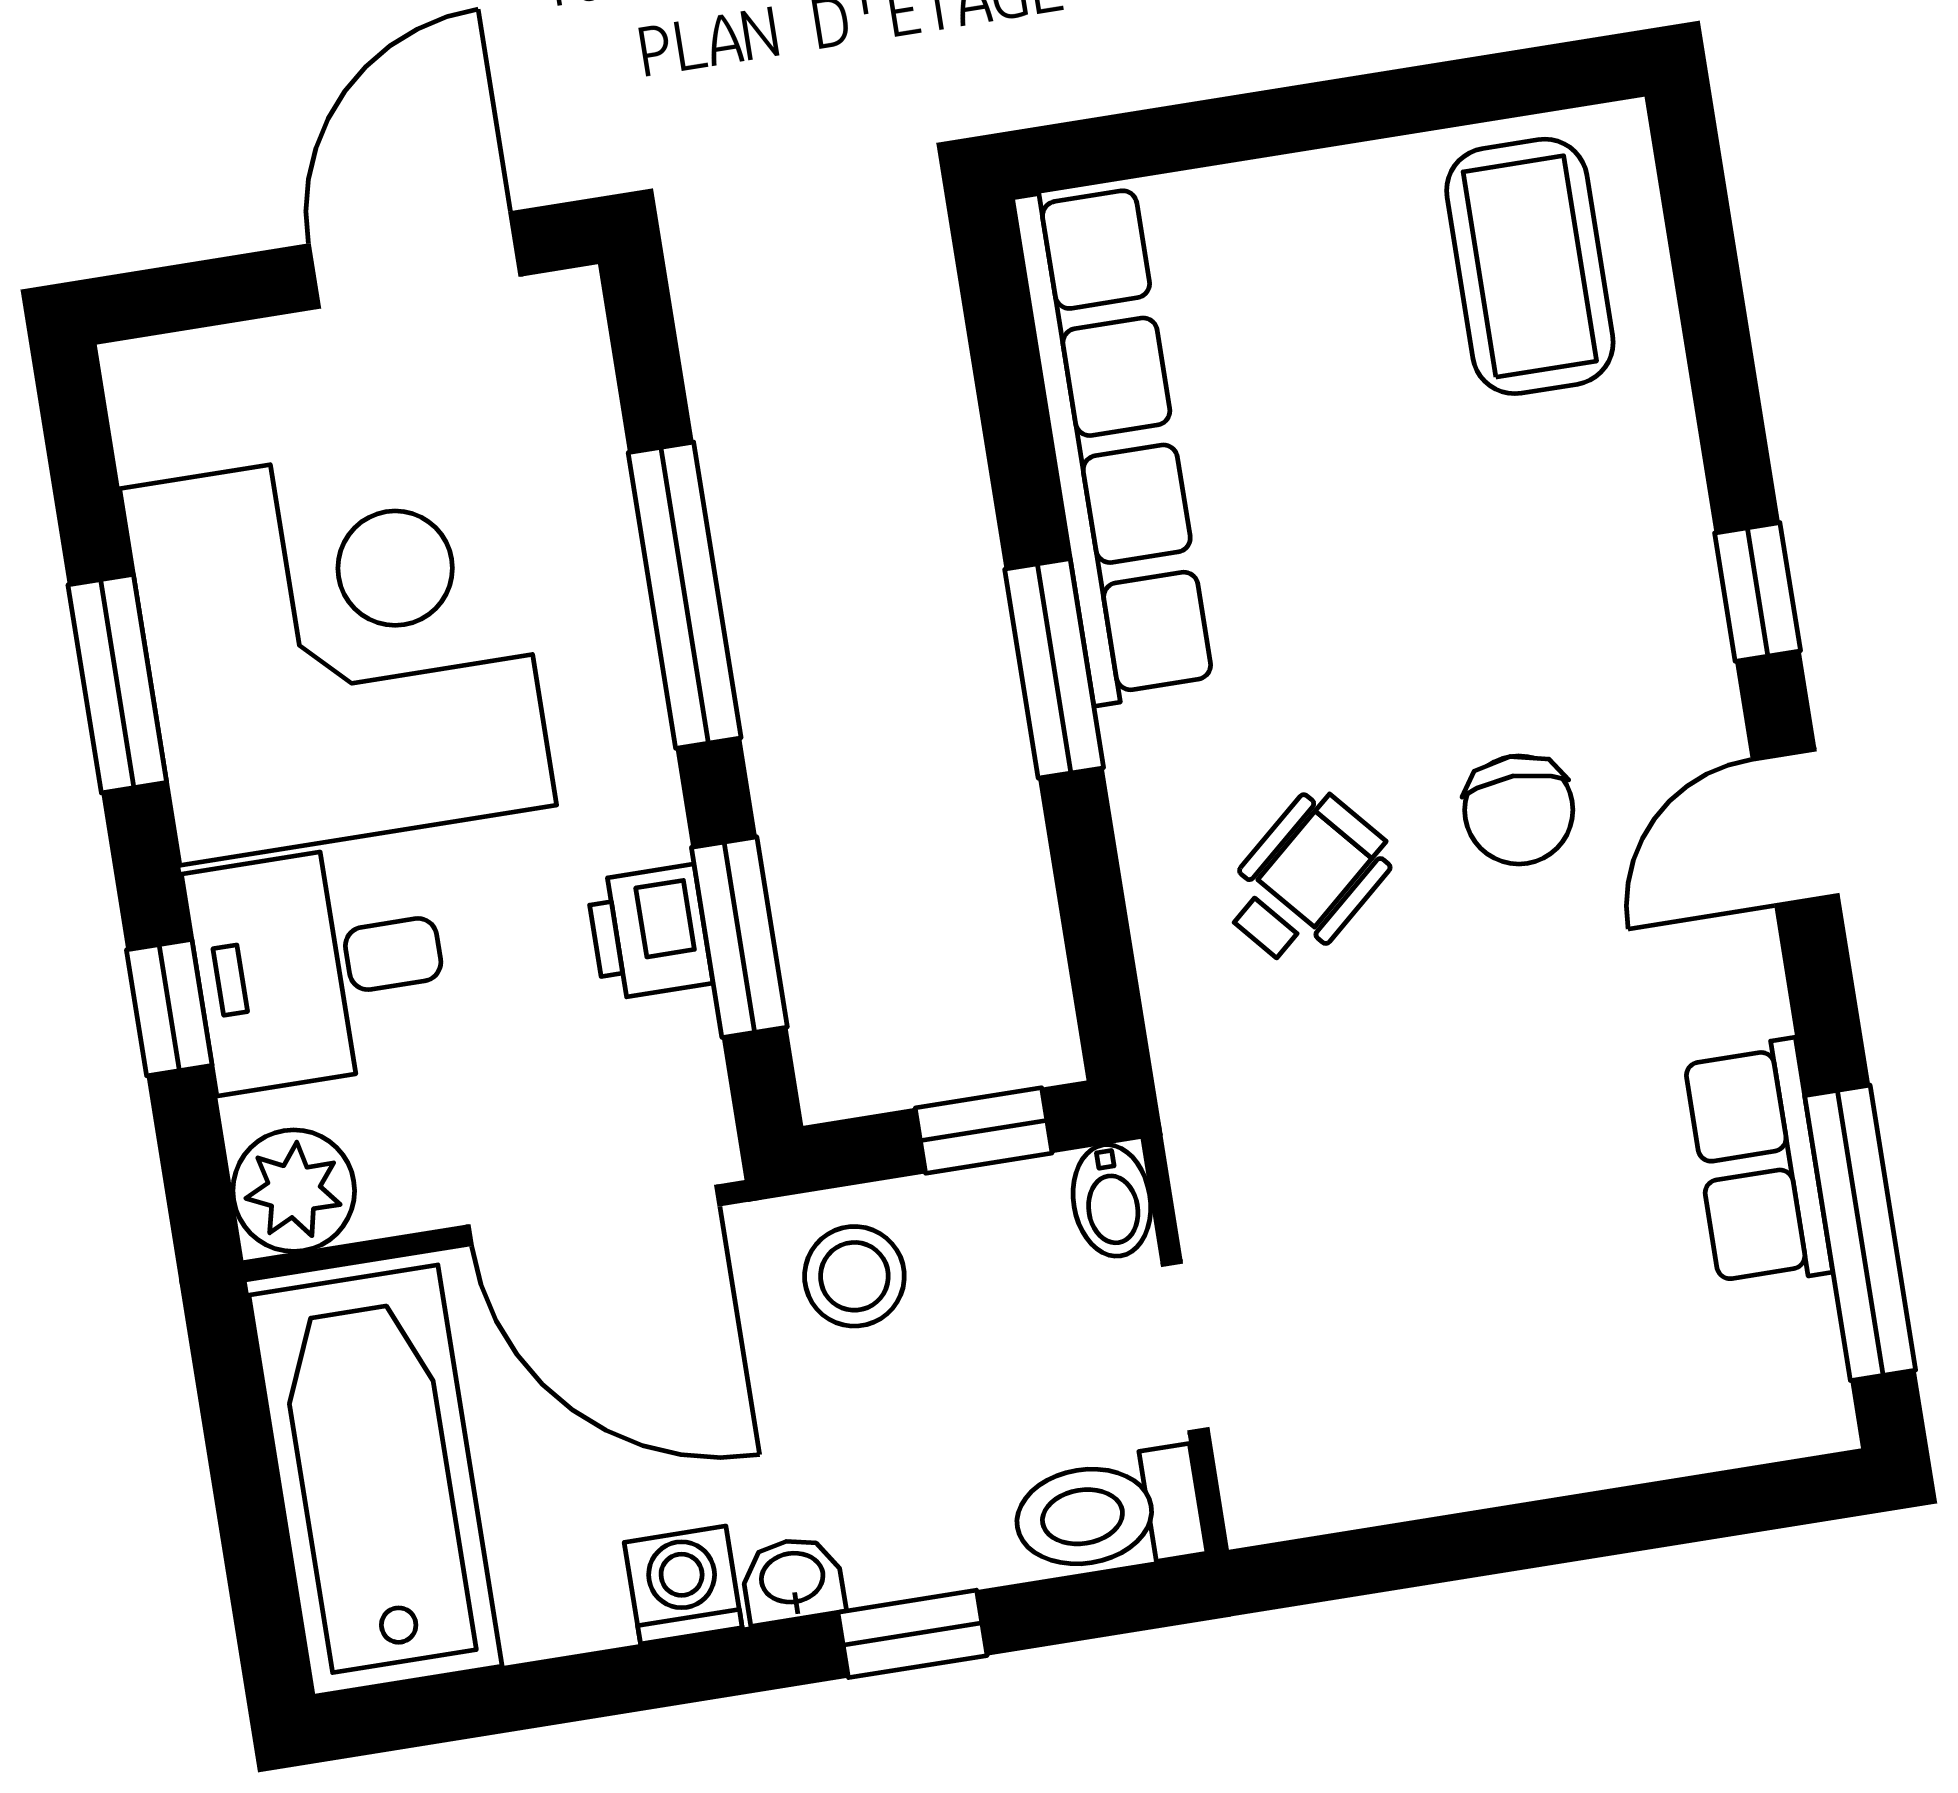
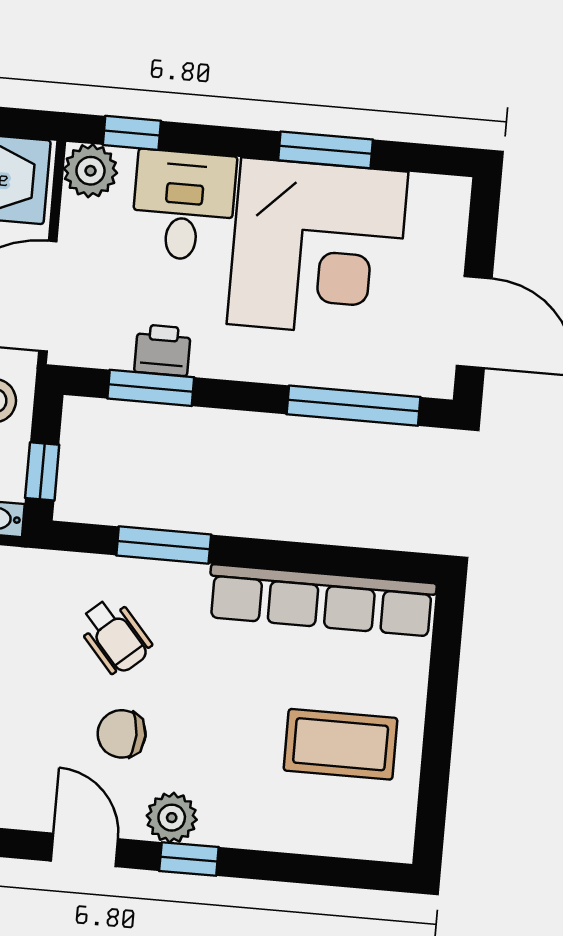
coffee table: (1530, 266) -> (341, 744), moved
window: (685, 595) -> (354, 406), moved
plant: (1676, 653) -> (172, 818), added
window: (1054, 668) -> (164, 545), moved
window: (169, 1008) -> (132, 133), moved

